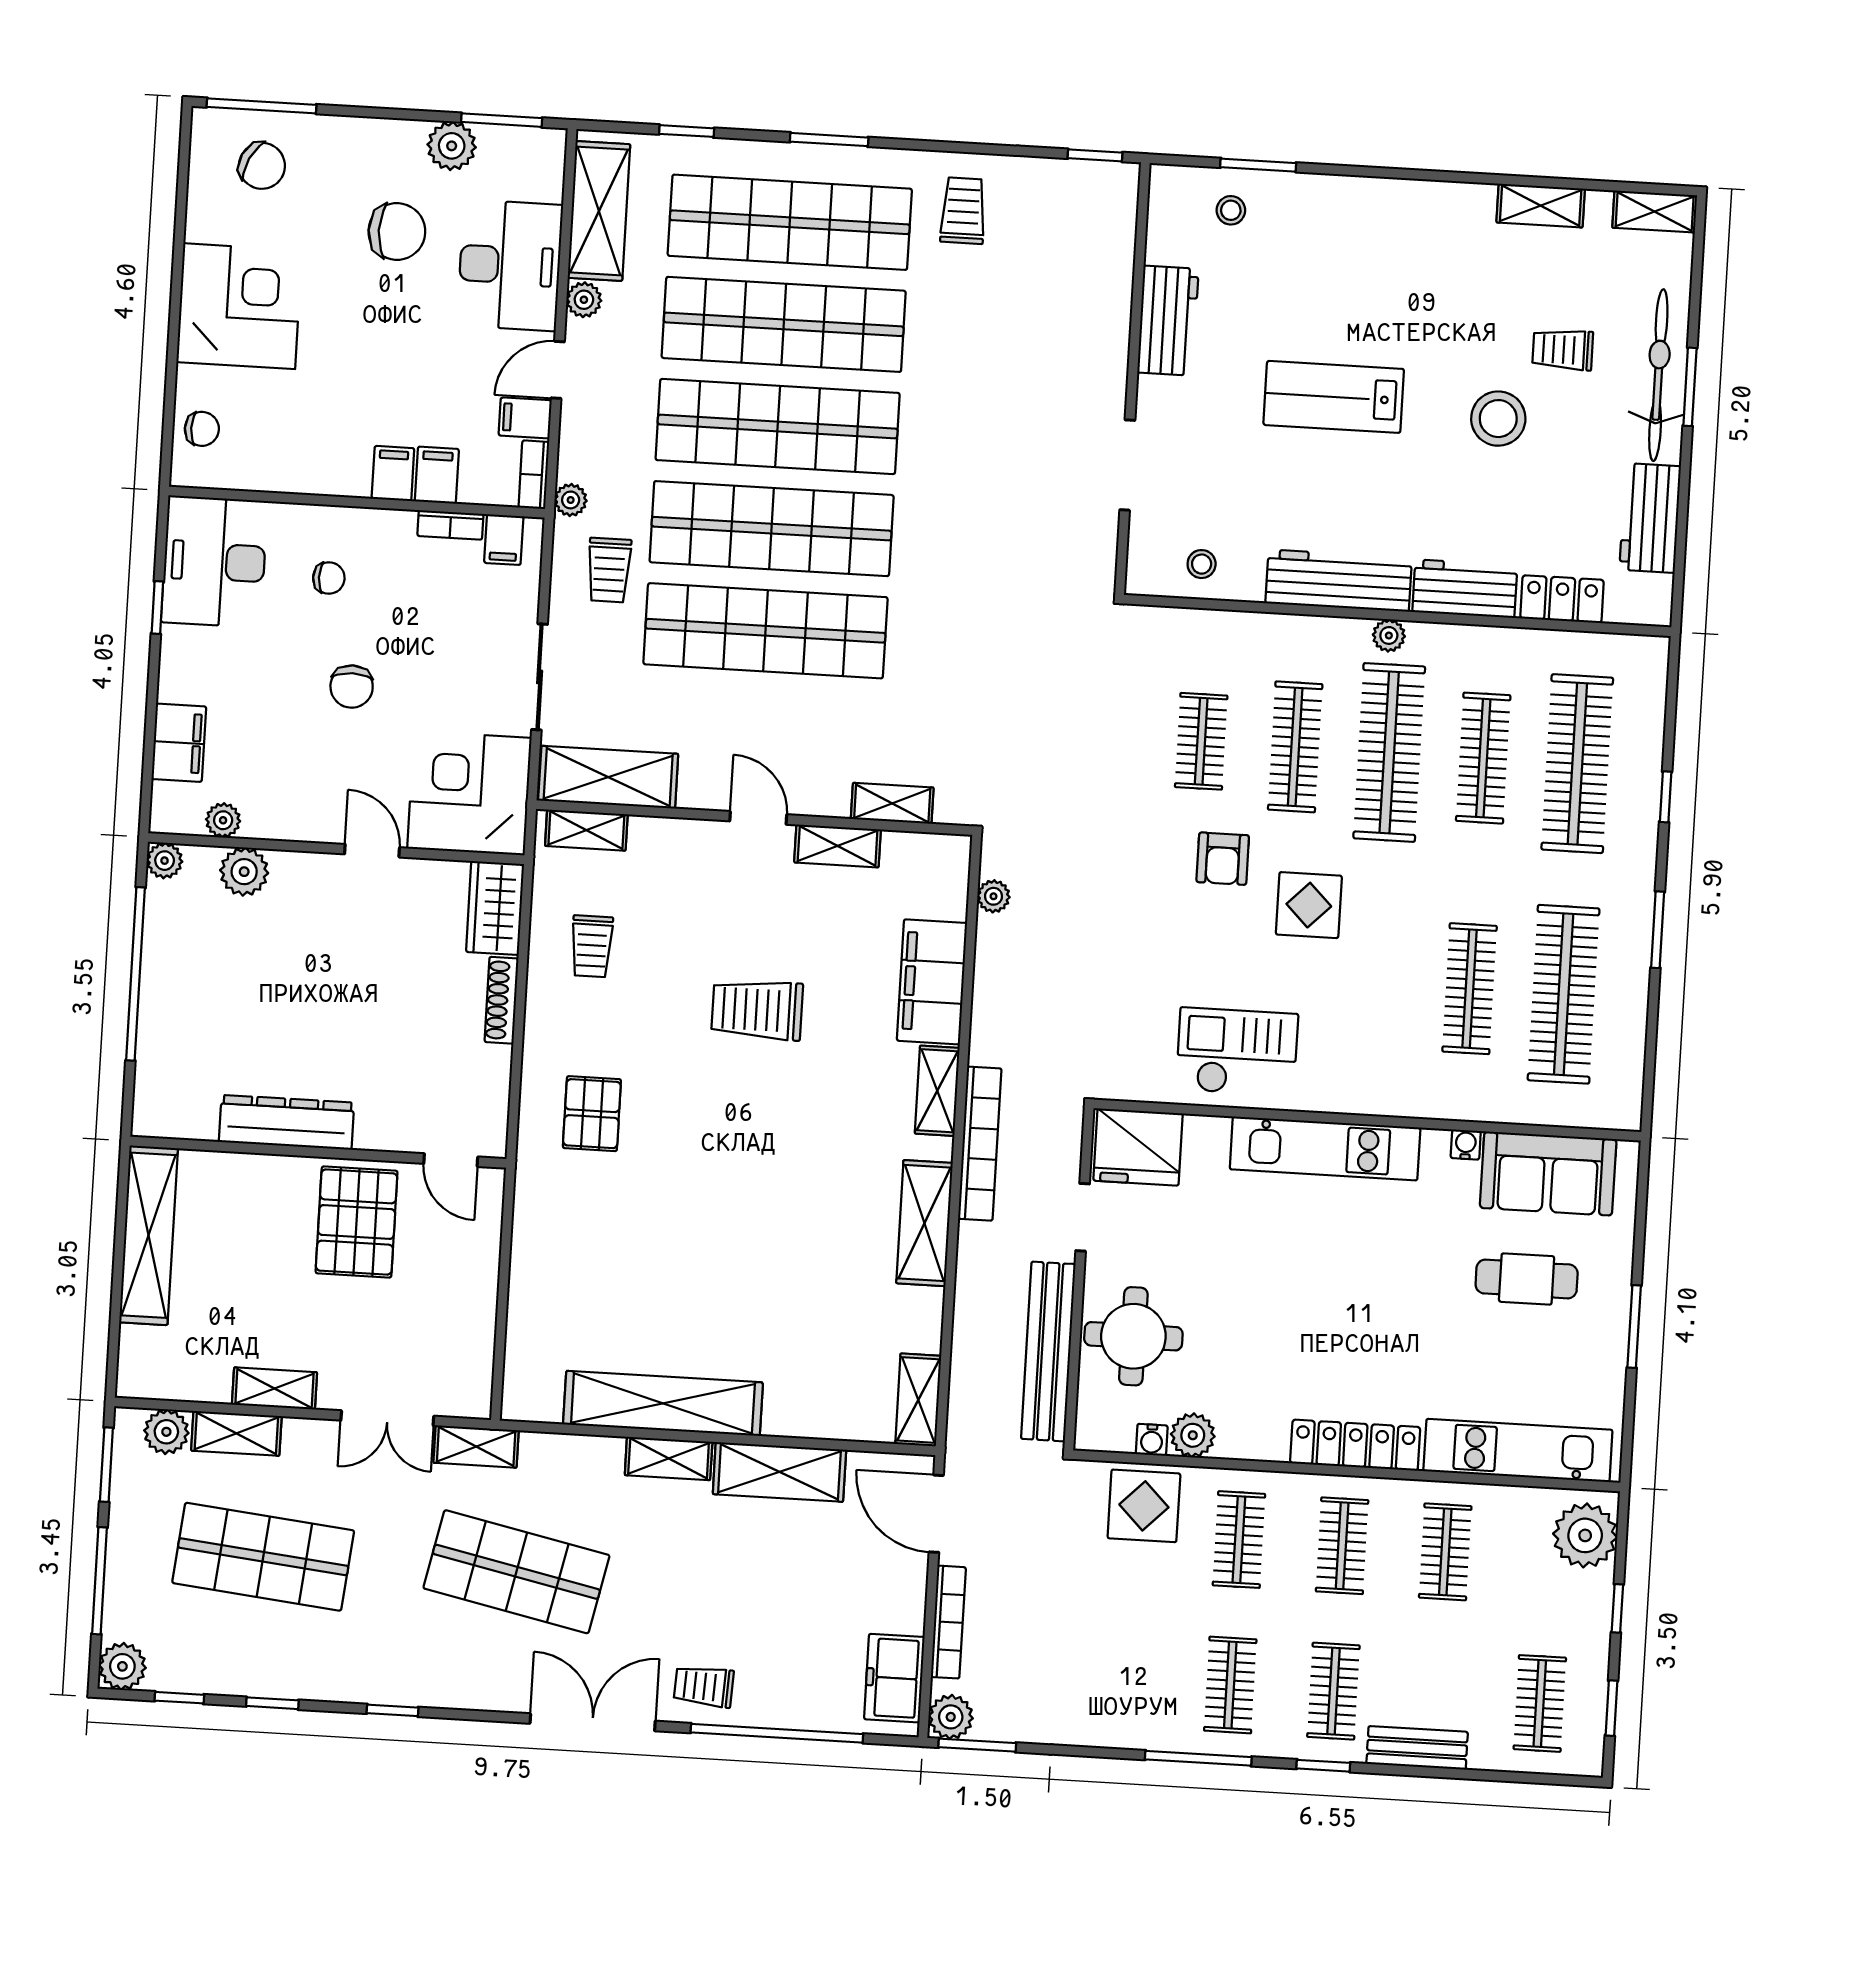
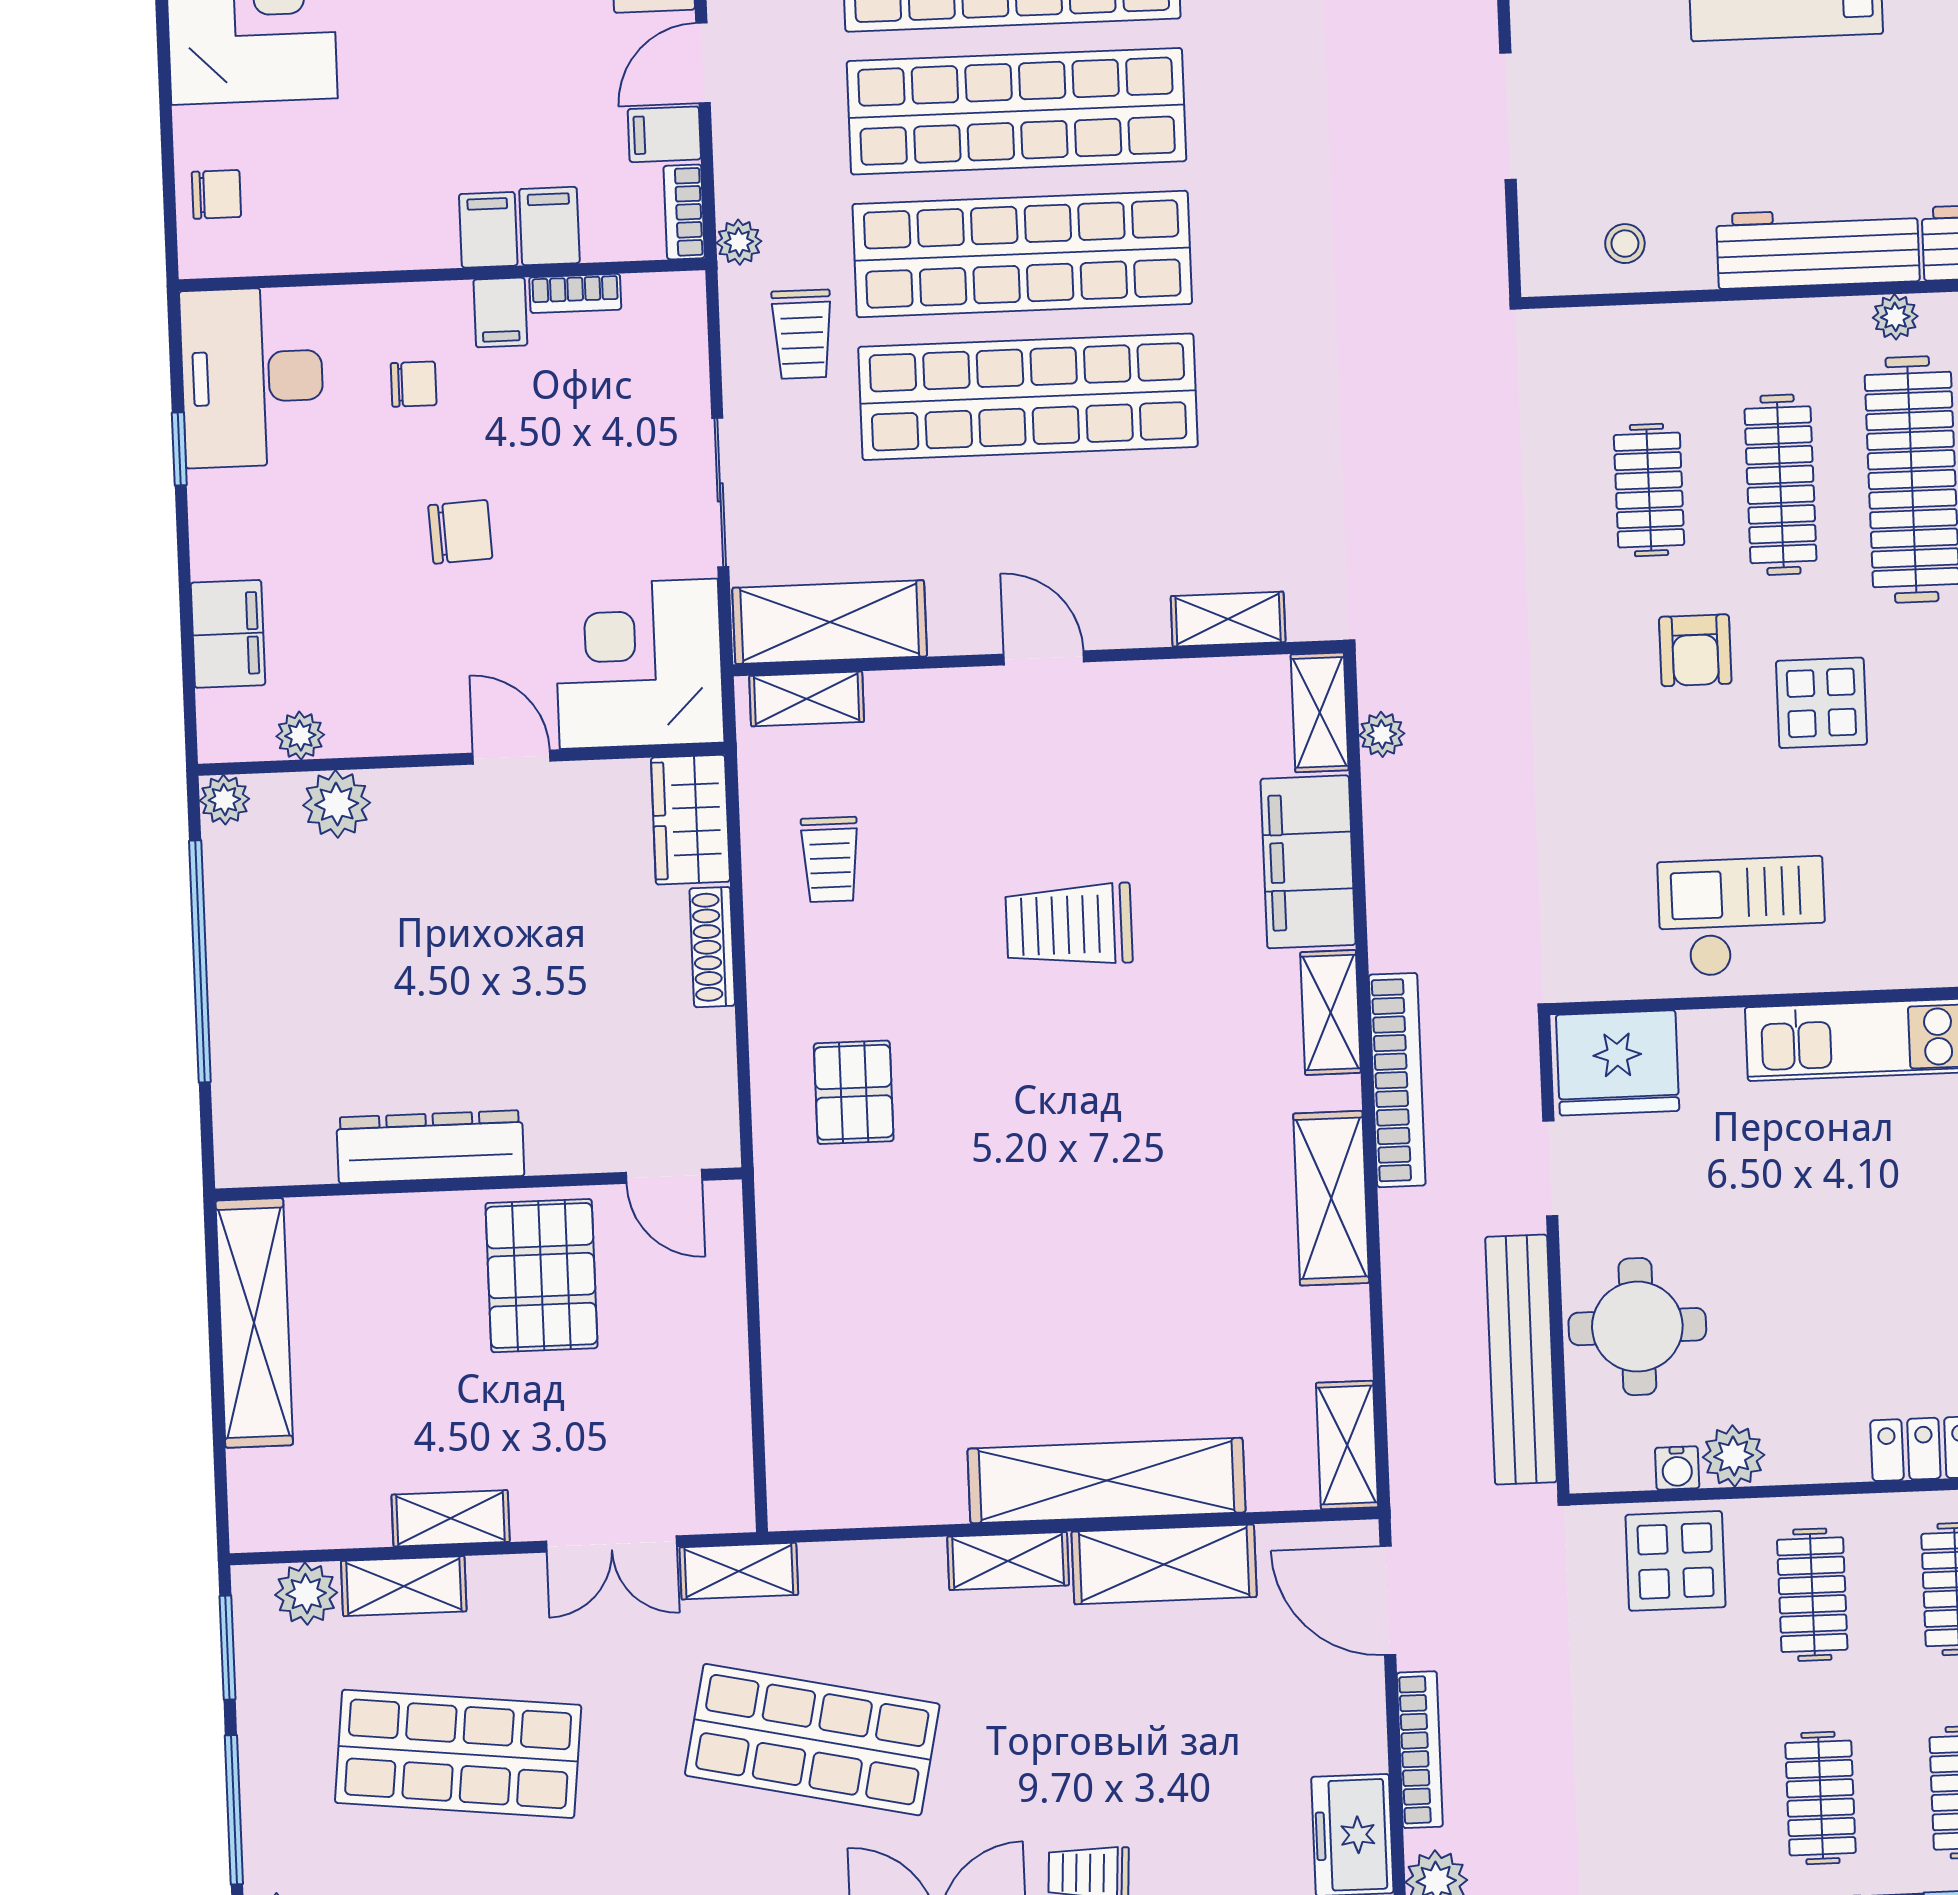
filing cabinet: (504, 540) -> (500, 312), moved
chair: (352, 687) -> (460, 532), turned -93
shelving: (838, 846) -> (1320, 712), moved, turned 90
shelving: (663, 1403) -> (1107, 1481), moved

